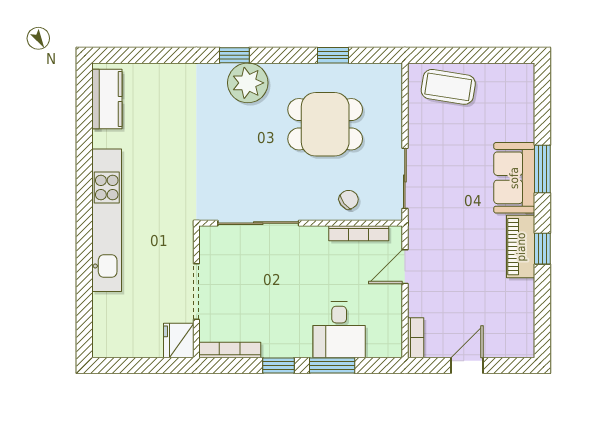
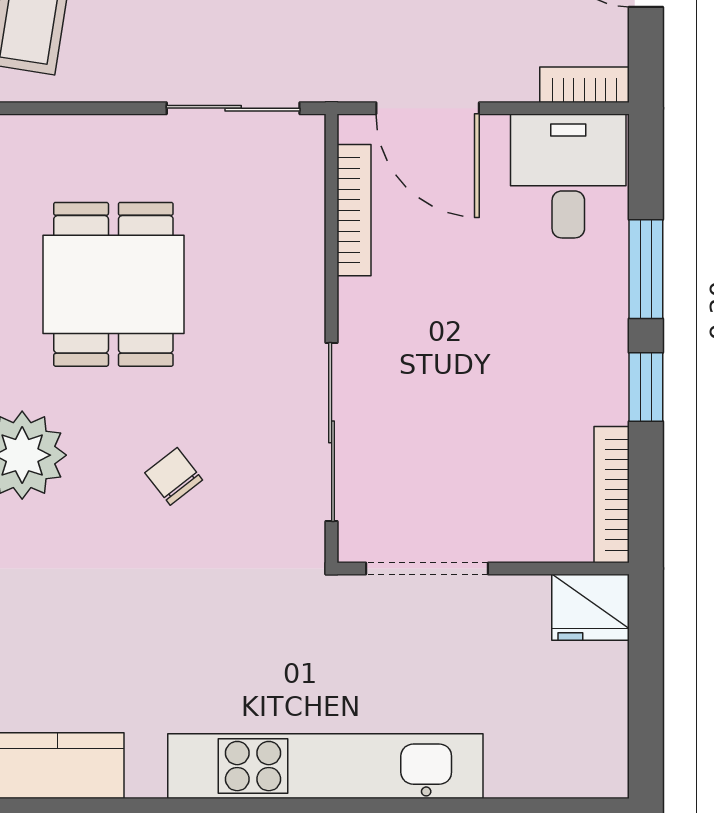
chair: (349, 200) -> (174, 476), moved
door: (405, 267) -> (428, 108), width x1.38
doorway: (196, 292) -> (427, 568), moved
desk: (339, 330) -> (568, 176), moved, turned -90

